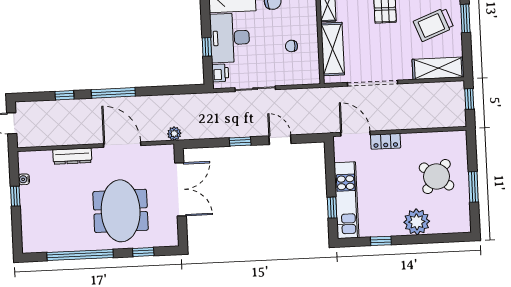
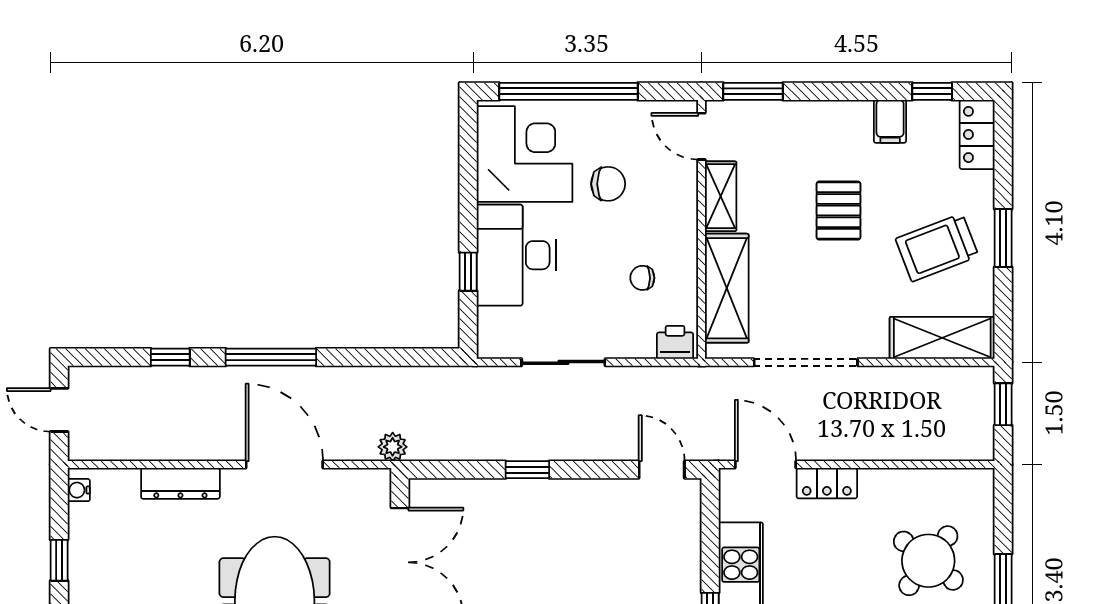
printer: (220, 73) -> (675, 342), moved, turned -90
door: (280, 140) -> (662, 470), moved
water cooler: (24, 179) -> (79, 490), moved

